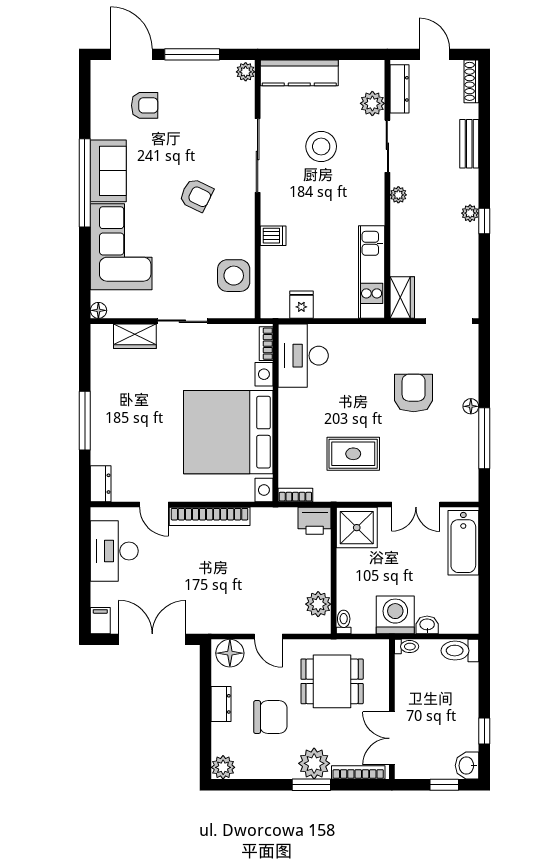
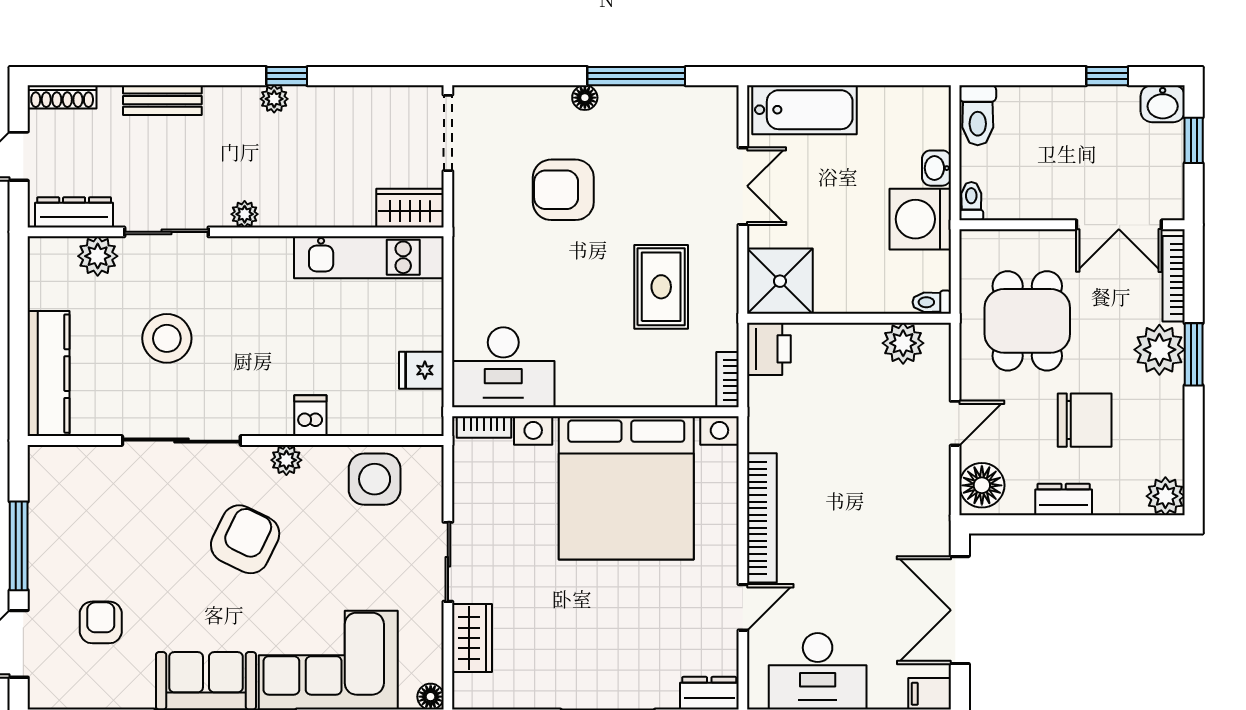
plant: (246, 72) -> (286, 460), moved
armchair: (196, 195) -> (245, 539), width x1.38, depth x1.38
chair: (270, 717) -> (1085, 420), turned 90

